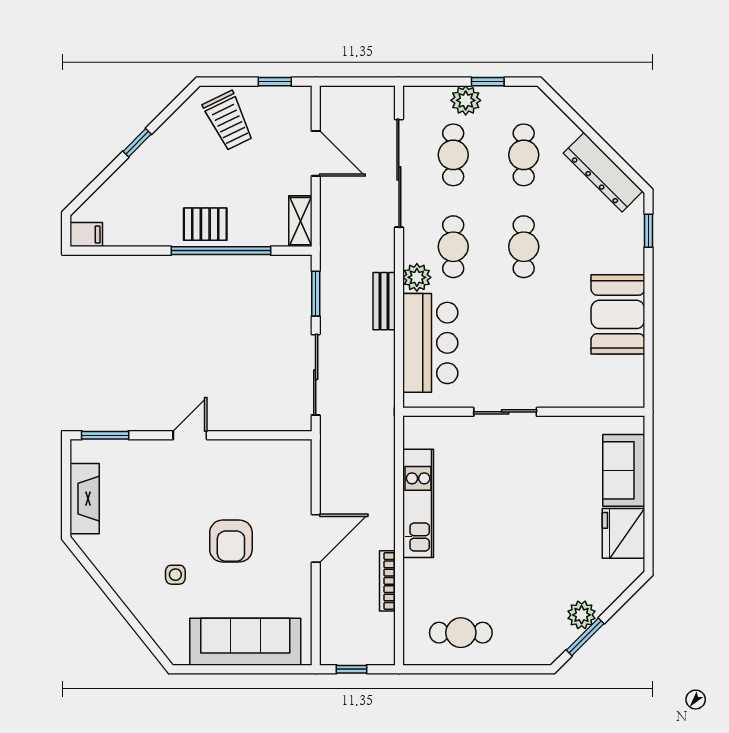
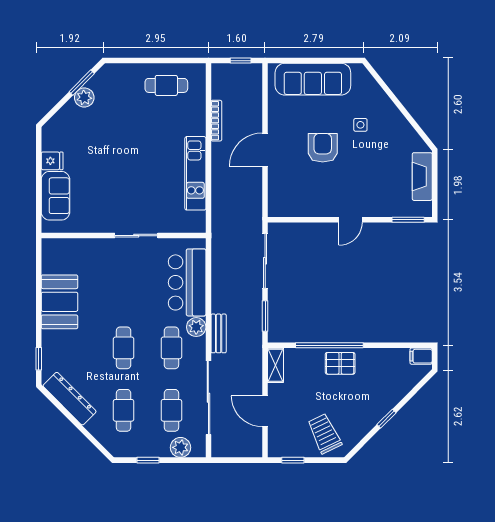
plant: (466, 100) -> (180, 447), moved
bench: (384, 301) -> (219, 333), moved
fridge: (623, 533) -> (52, 161), width x0.53, depth x0.75

